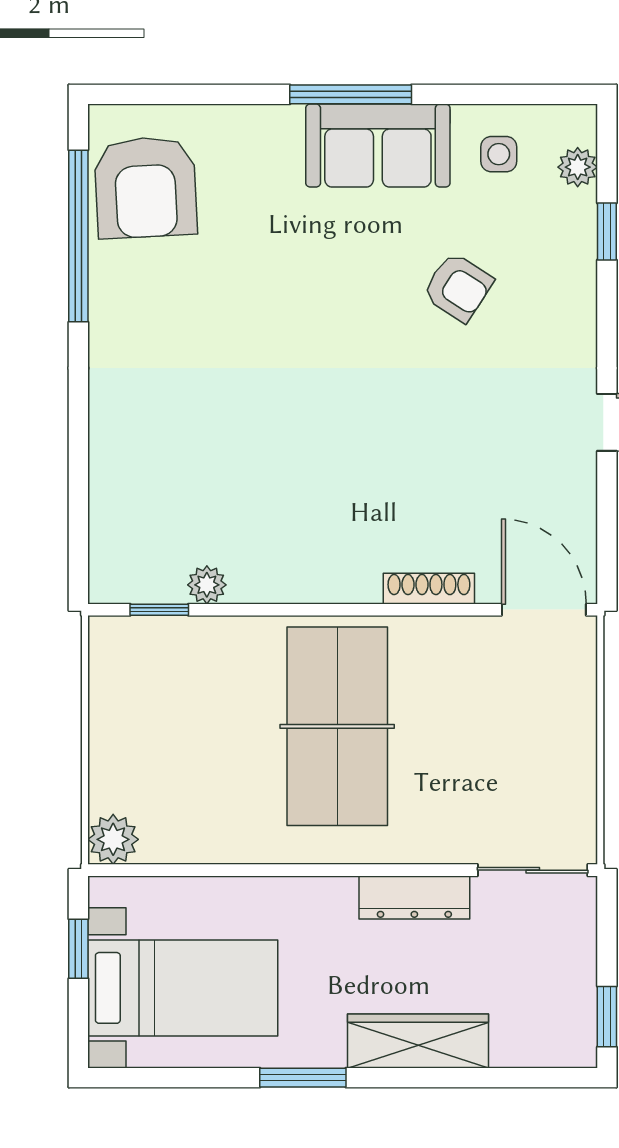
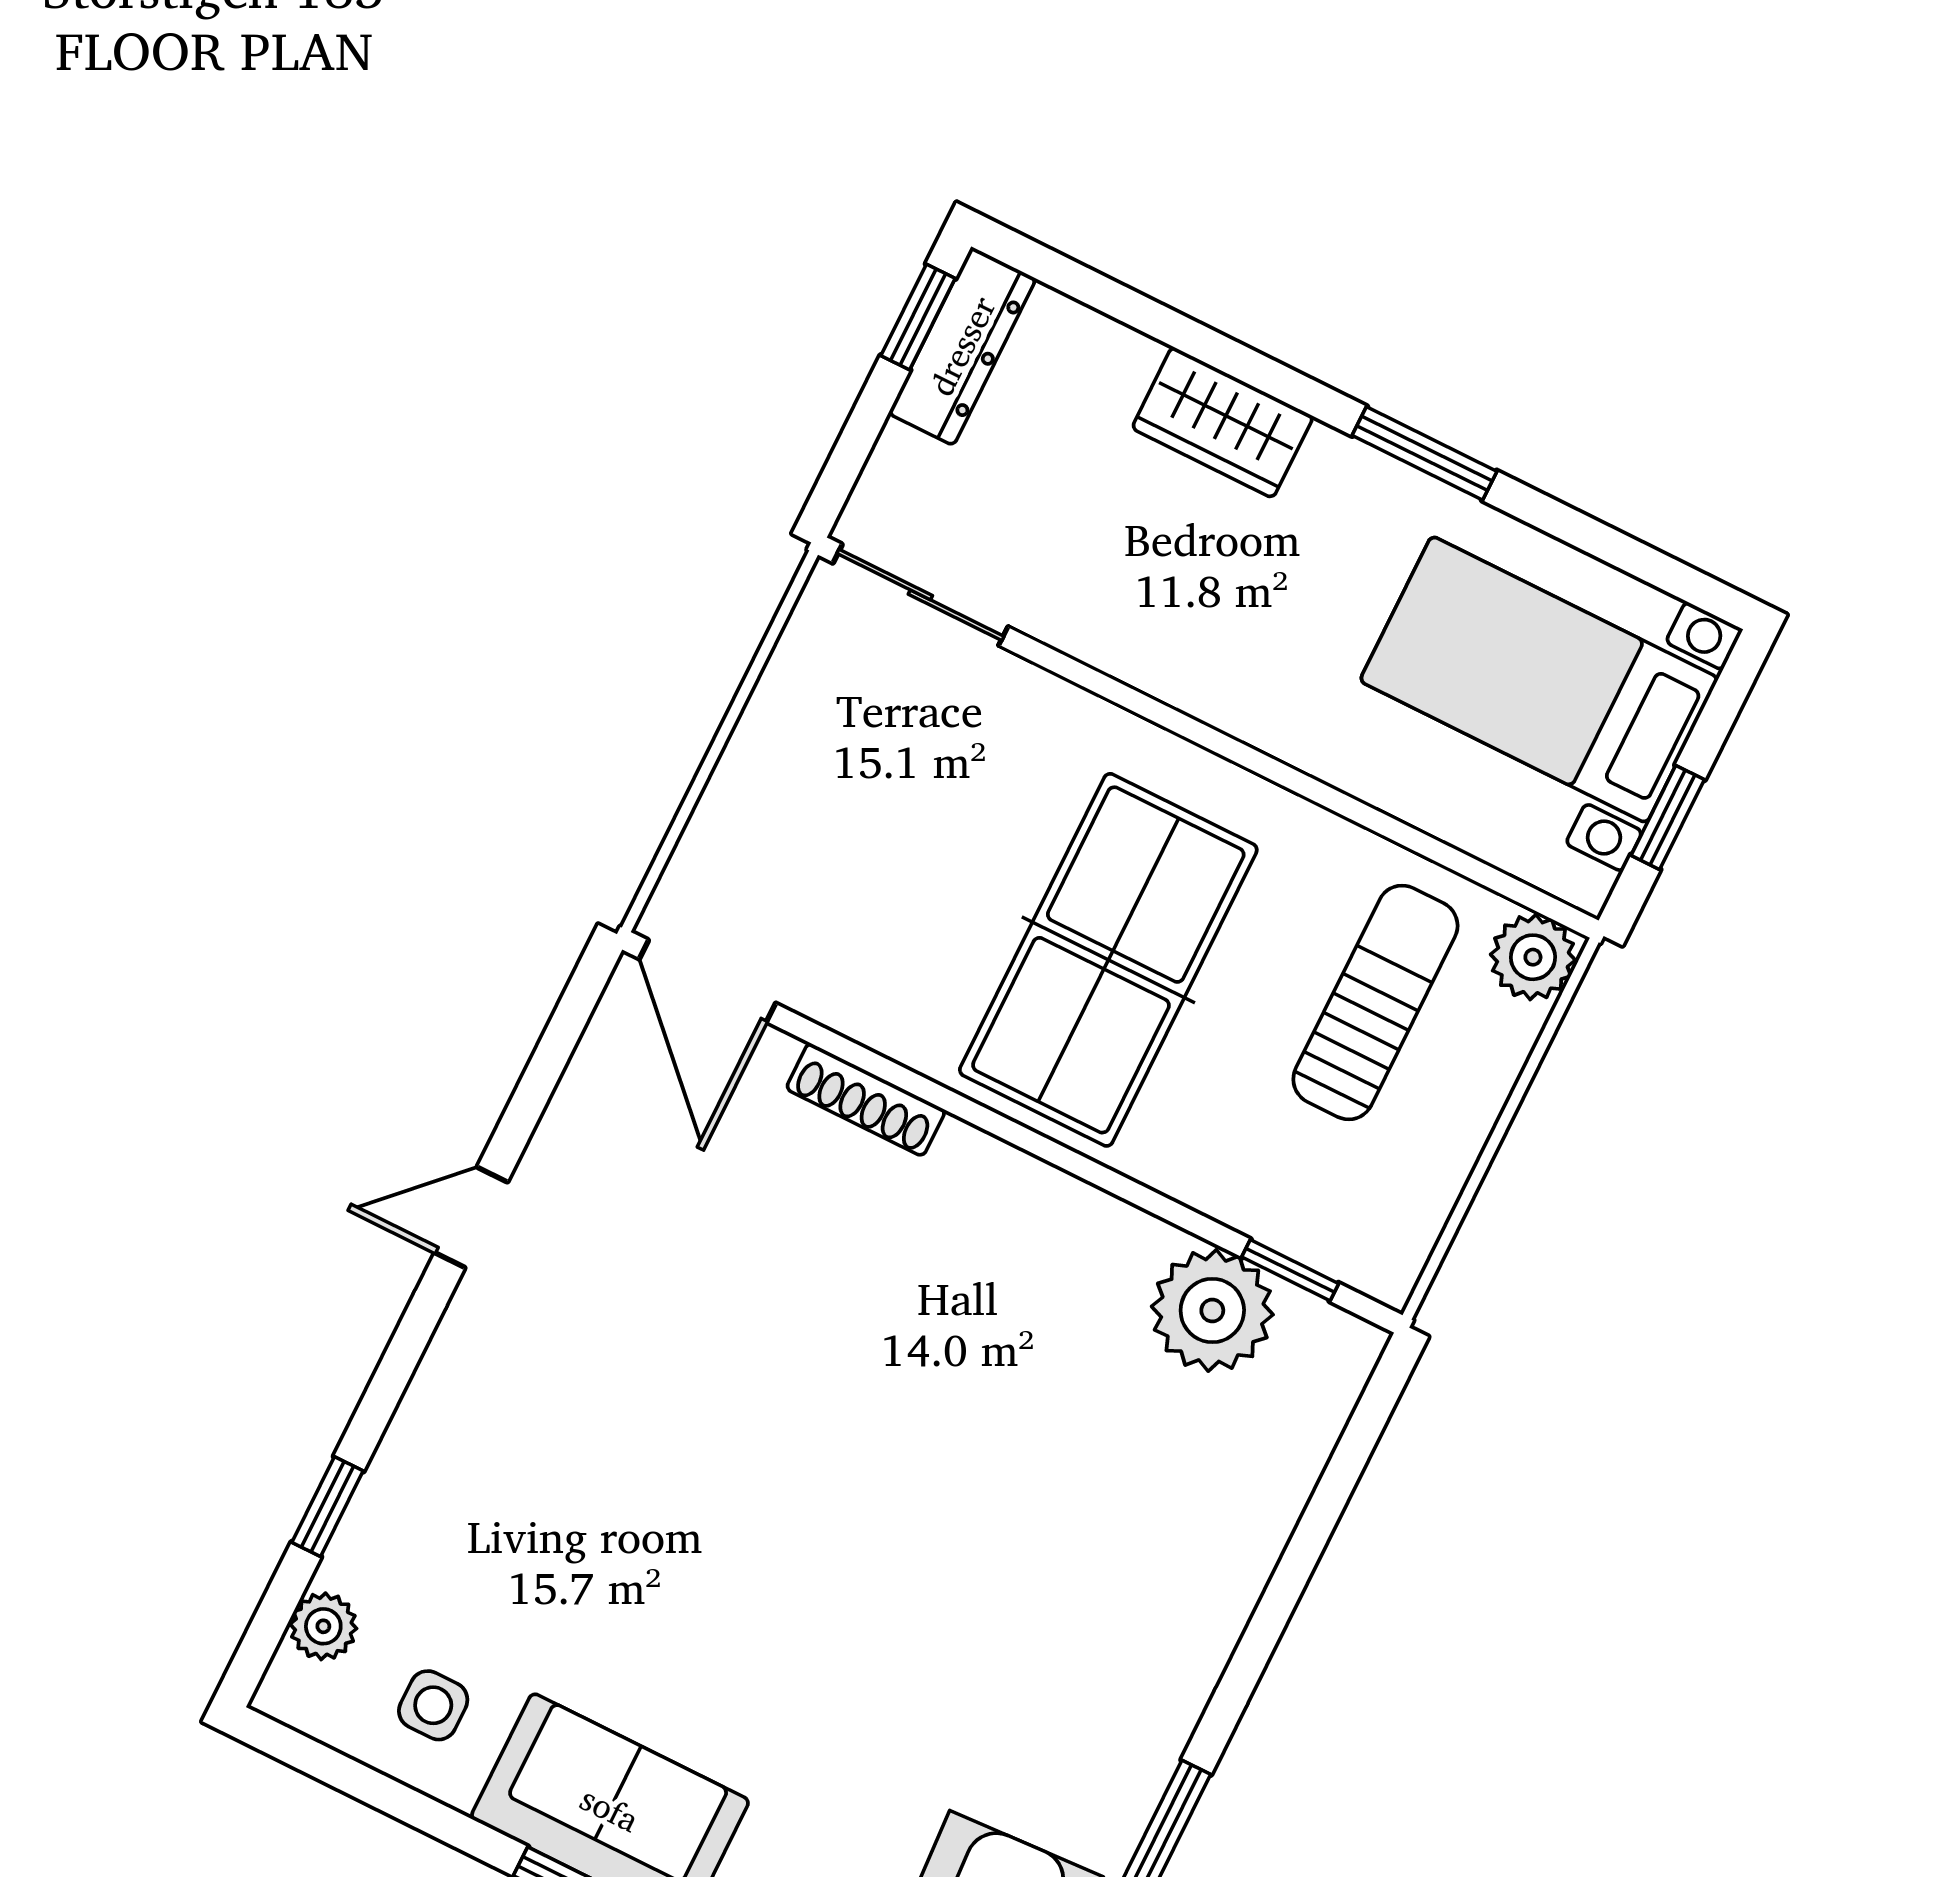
armchair: (458, 287) -> (595, 1534), removed
plant: (207, 585) -> (1212, 1310), width x1.87, depth x1.87
sun lounger: (185, 774) -> (1375, 1002), added
dresser: (414, 897) -> (962, 346), moved, turned 90
wardrobe: (418, 1041) -> (1223, 422), width x0.67

